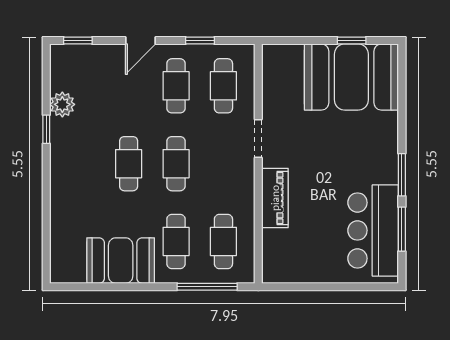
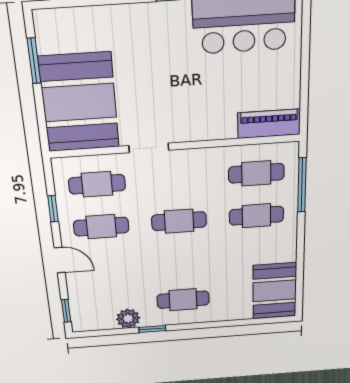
window: (352, 41) -> (34, 61), width x1.50
booth: (351, 77) -> (79, 103), moved
cafe table: (129, 164) -> (183, 300), moved
piano: (275, 198) -> (269, 124), moved
booth: (121, 261) -> (275, 291), moved

